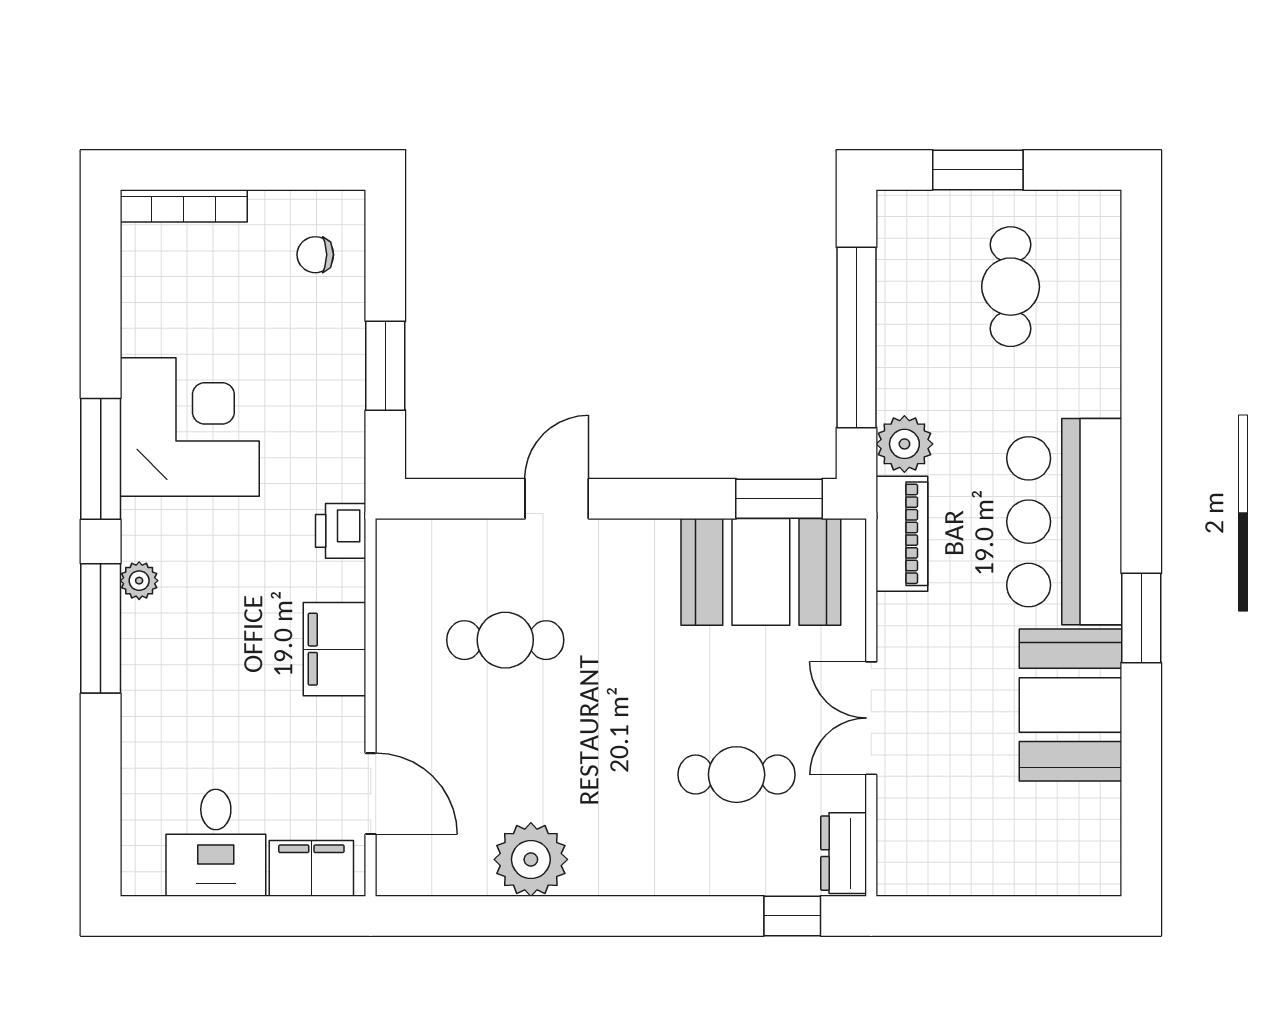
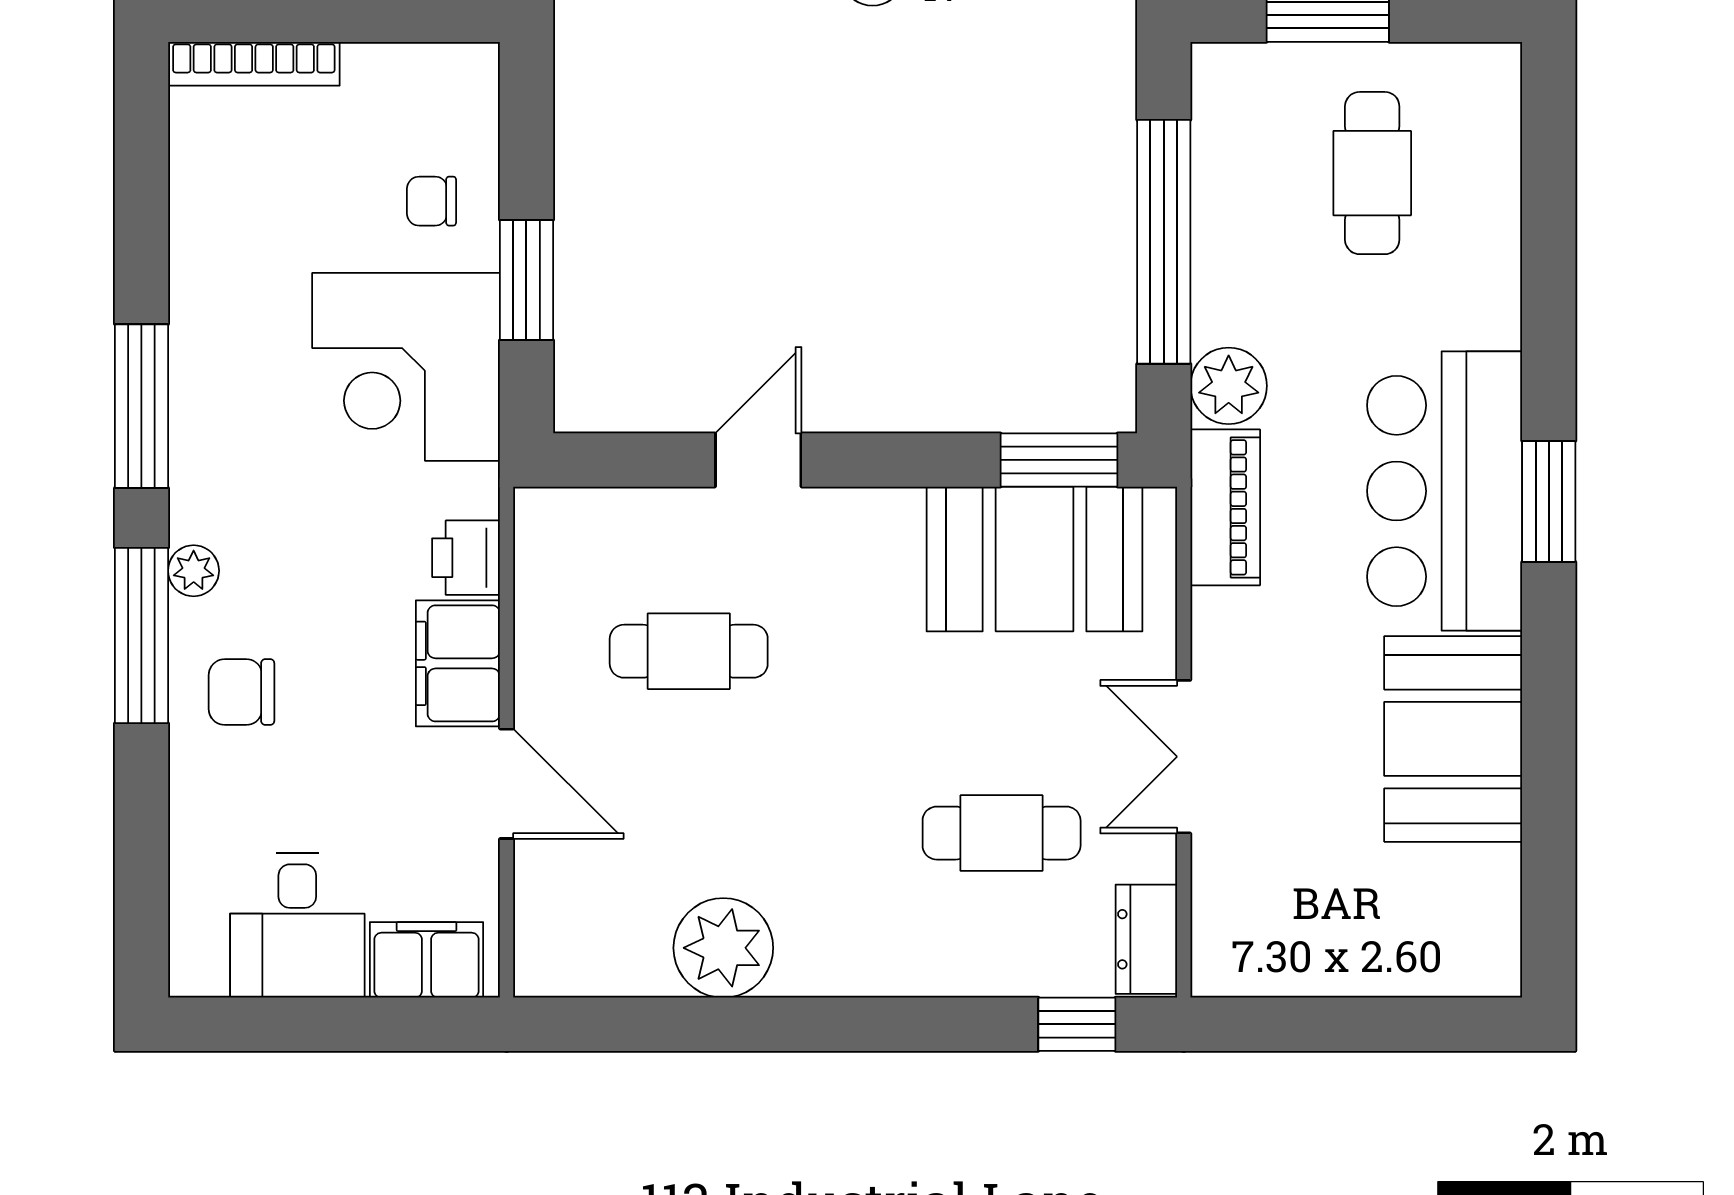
chair: (315, 255) -> (432, 201), moved
corner desk: (190, 427) -> (406, 367), moved, turned 180
printer: (341, 531) -> (466, 558), moved
window: (1141, 618) -> (1549, 501), moved
chair: (175, 670) -> (241, 692), added
door: (371, 794) -> (507, 784), moved

